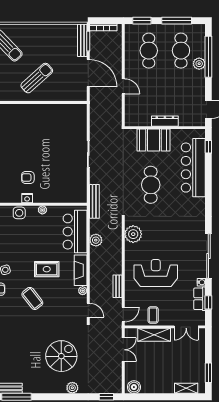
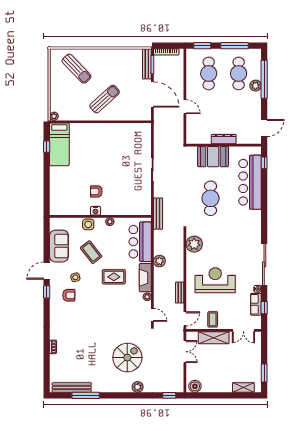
plant: (96, 240) -> (159, 261), moved
coffee table: (32, 298) -> (91, 252), moved

